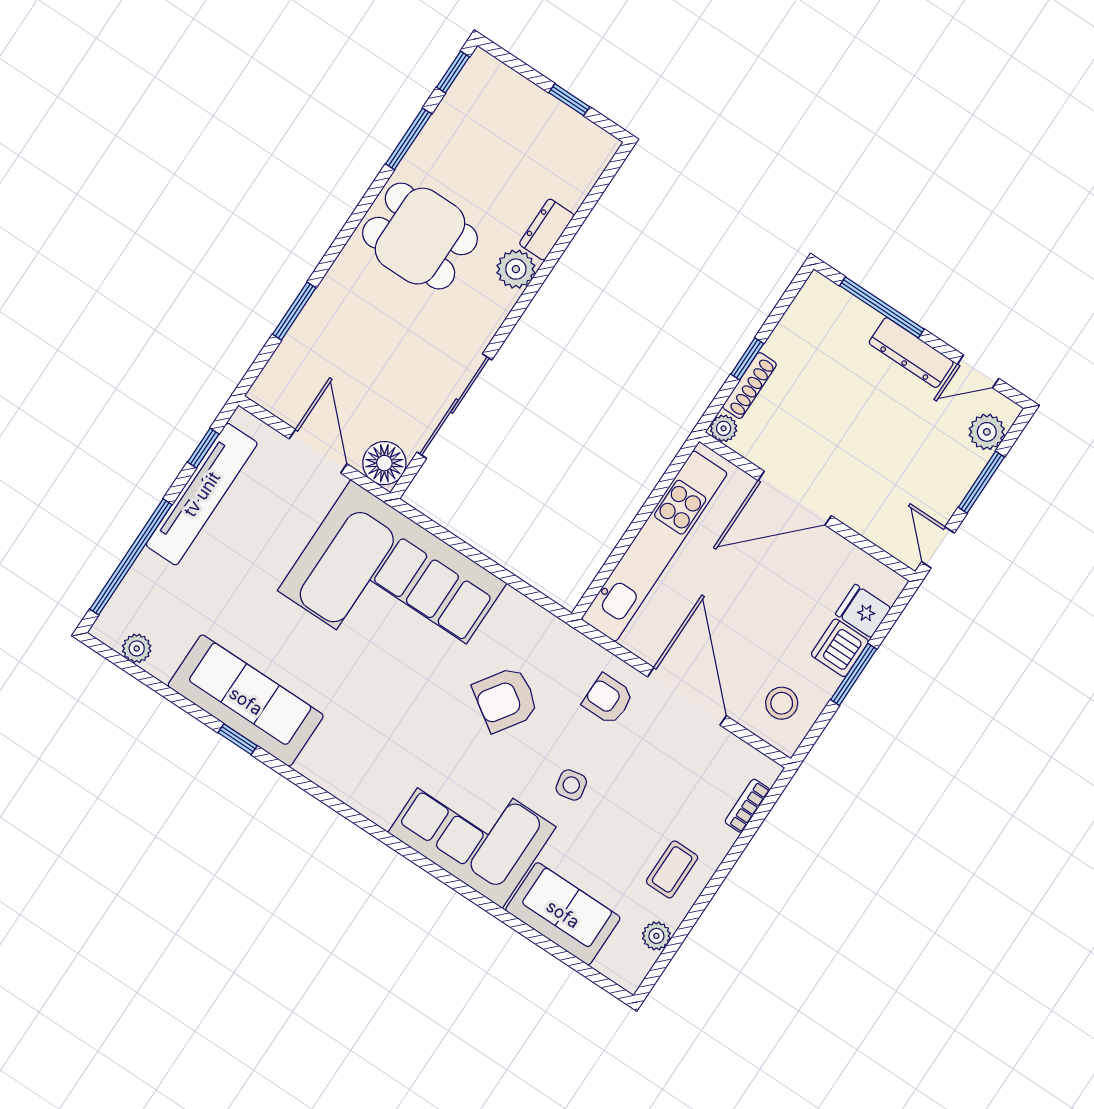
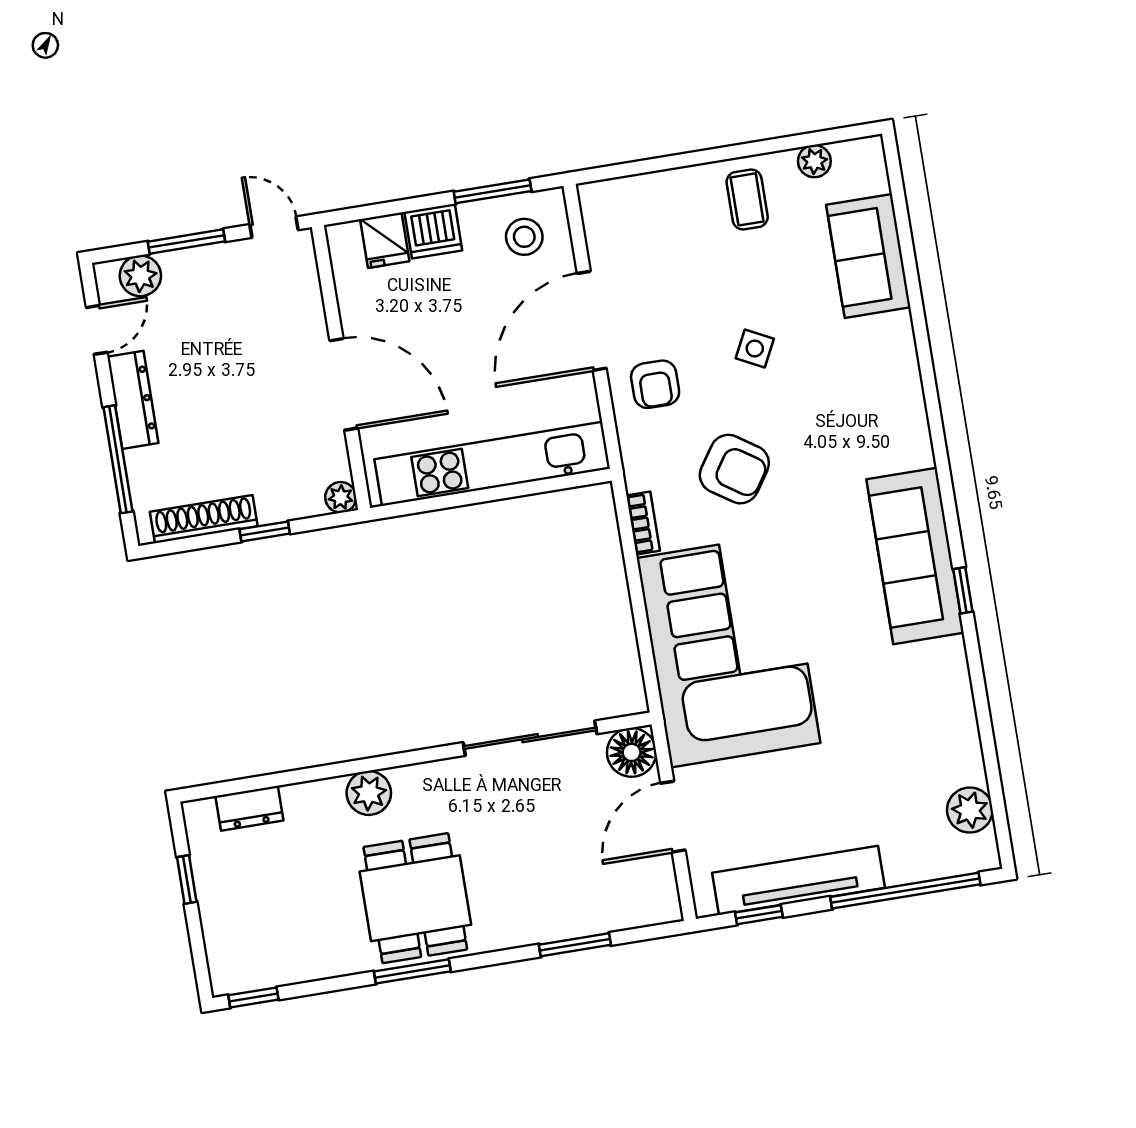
window: (409, 139) -> (412, 971), moved
dresser: (547, 230) -> (249, 808), moved
door: (978, 371) -> (97, 330), hinge flipped
shoe rack: (750, 386) -> (204, 519), moved, width x1.36, depth x1.24
door: (938, 547) -> (274, 227), swing flipped
plant: (137, 648) -> (970, 810), width x1.38, depth x1.38
window: (854, 674) -> (493, 191), moved
sofa: (246, 701) -> (915, 556), moved
window: (238, 739) -> (963, 590), moved
side table: (571, 785) -> (755, 348), turned 38
bookcase: (747, 806) -> (643, 523), moved, turned -90
corner sofa: (472, 830) -> (869, 396), removed
coffee table: (672, 869) -> (747, 199), turned 90

